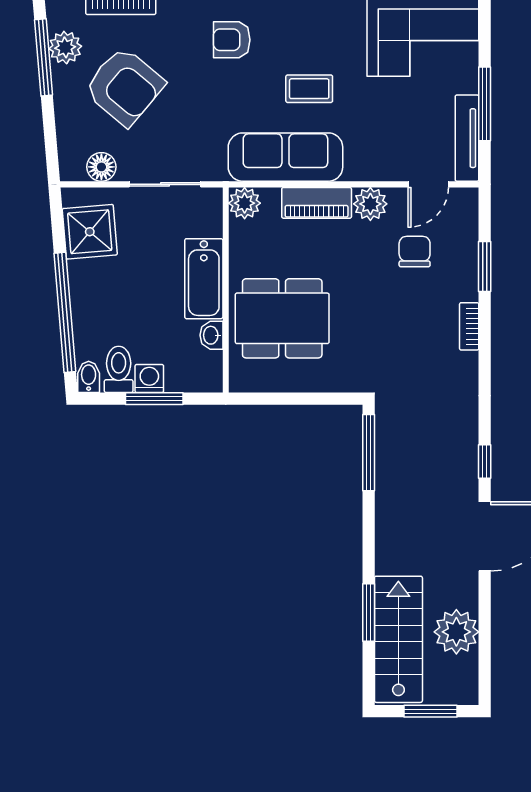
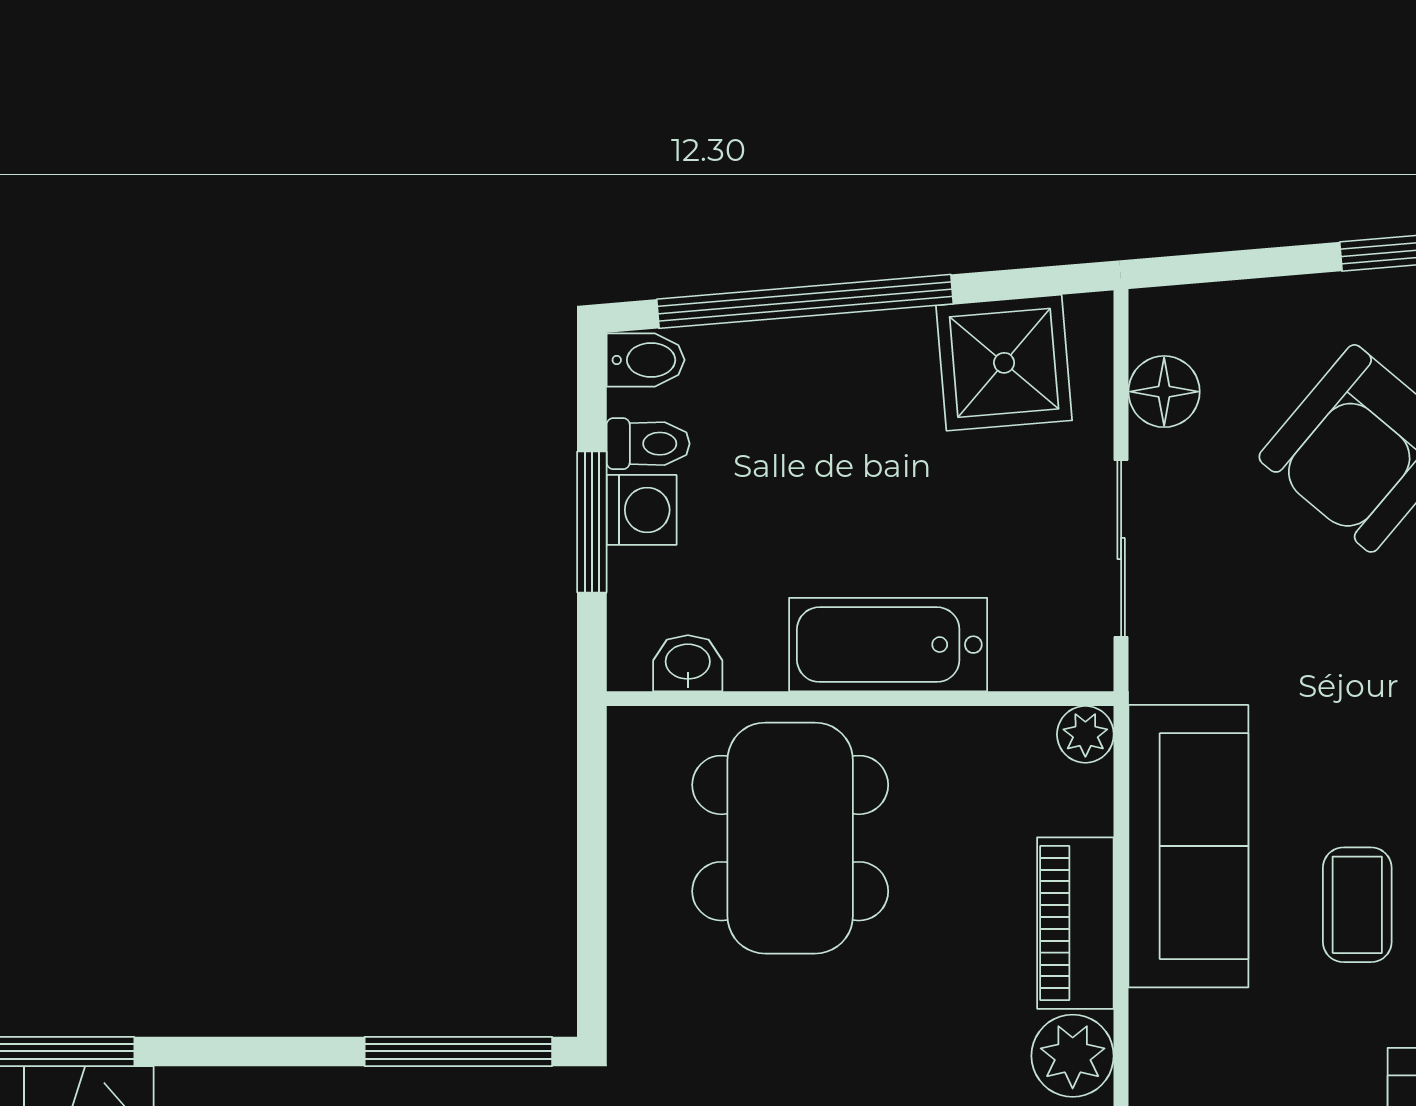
plant: (245, 203) -> (1085, 734), width x0.73, depth x0.73
washbasin: (211, 335) -> (688, 663), moved
toilet: (119, 369) -> (648, 444), width x0.73, depth x0.72

